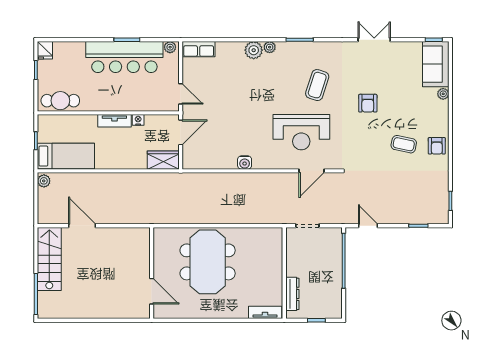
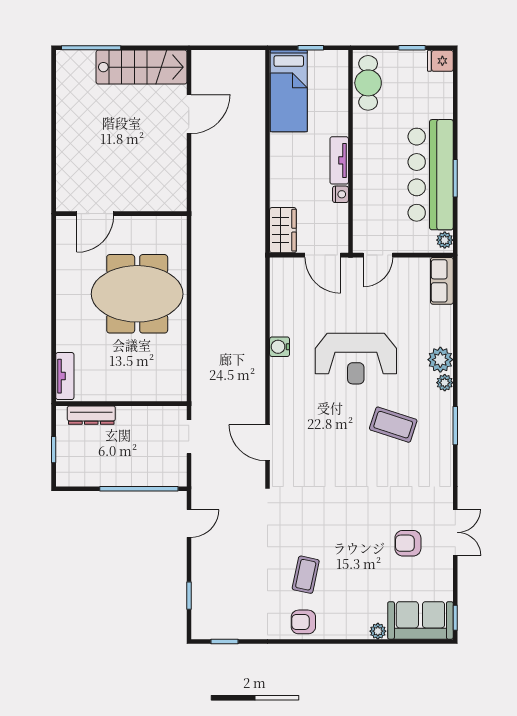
coffee table: (317, 85) -> (393, 425), moved
armchair: (368, 103) -> (408, 543), moved
reception desk: (301, 132) -> (356, 359), moved, turned -90
plant: (44, 181) -> (253, 59), removed

